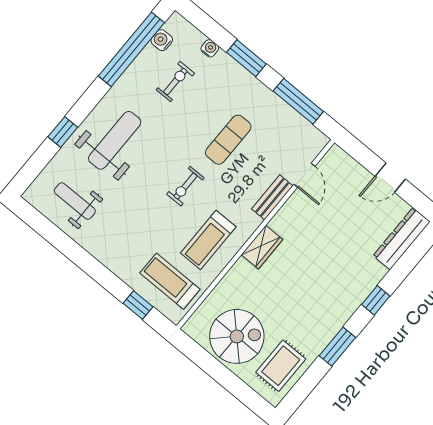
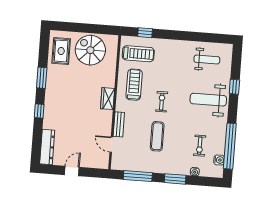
weight bench: (115, 140) -> (208, 100), turned 90
spiral stairs: (237, 336) -> (90, 50), turned 90

